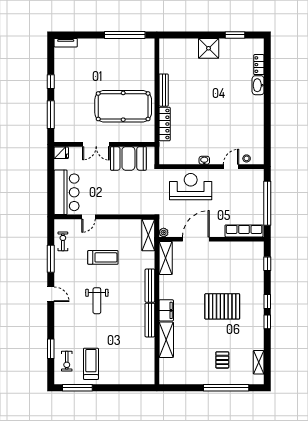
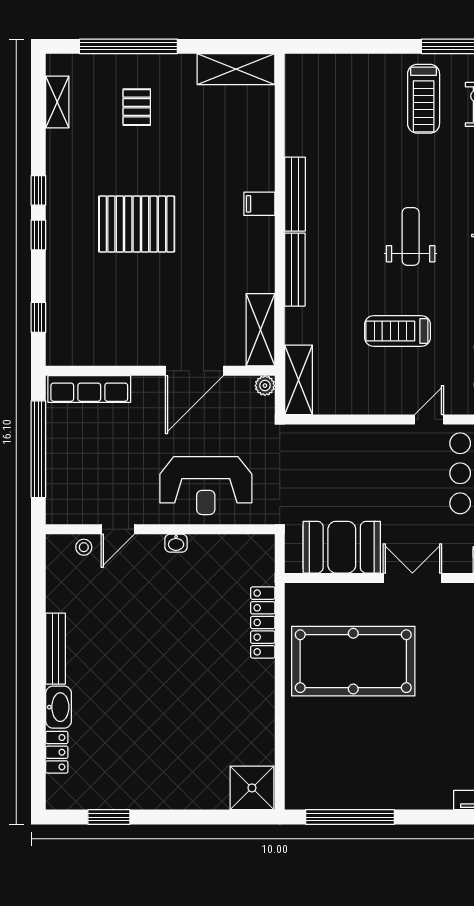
shower: (209, 48) -> (252, 788), moved
bench: (164, 90) -> (56, 649), moved
filing cabinet: (166, 310) -> (259, 204), width x0.50
shelving: (166, 340) -> (236, 69), moved, turned 90

